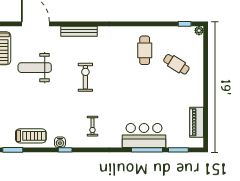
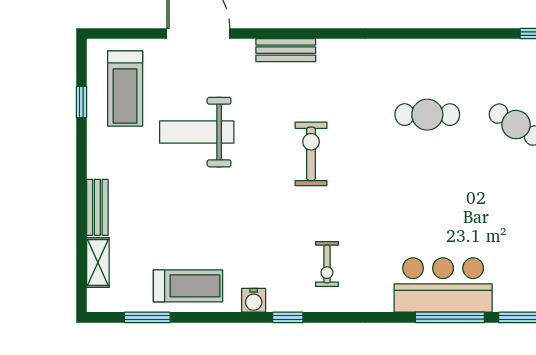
bench: (79, 31) -> (286, 50), width x0.73
cafe table: (145, 50) -> (427, 115), moved, turned 90
window: (65, 150) -> (288, 317), moved

